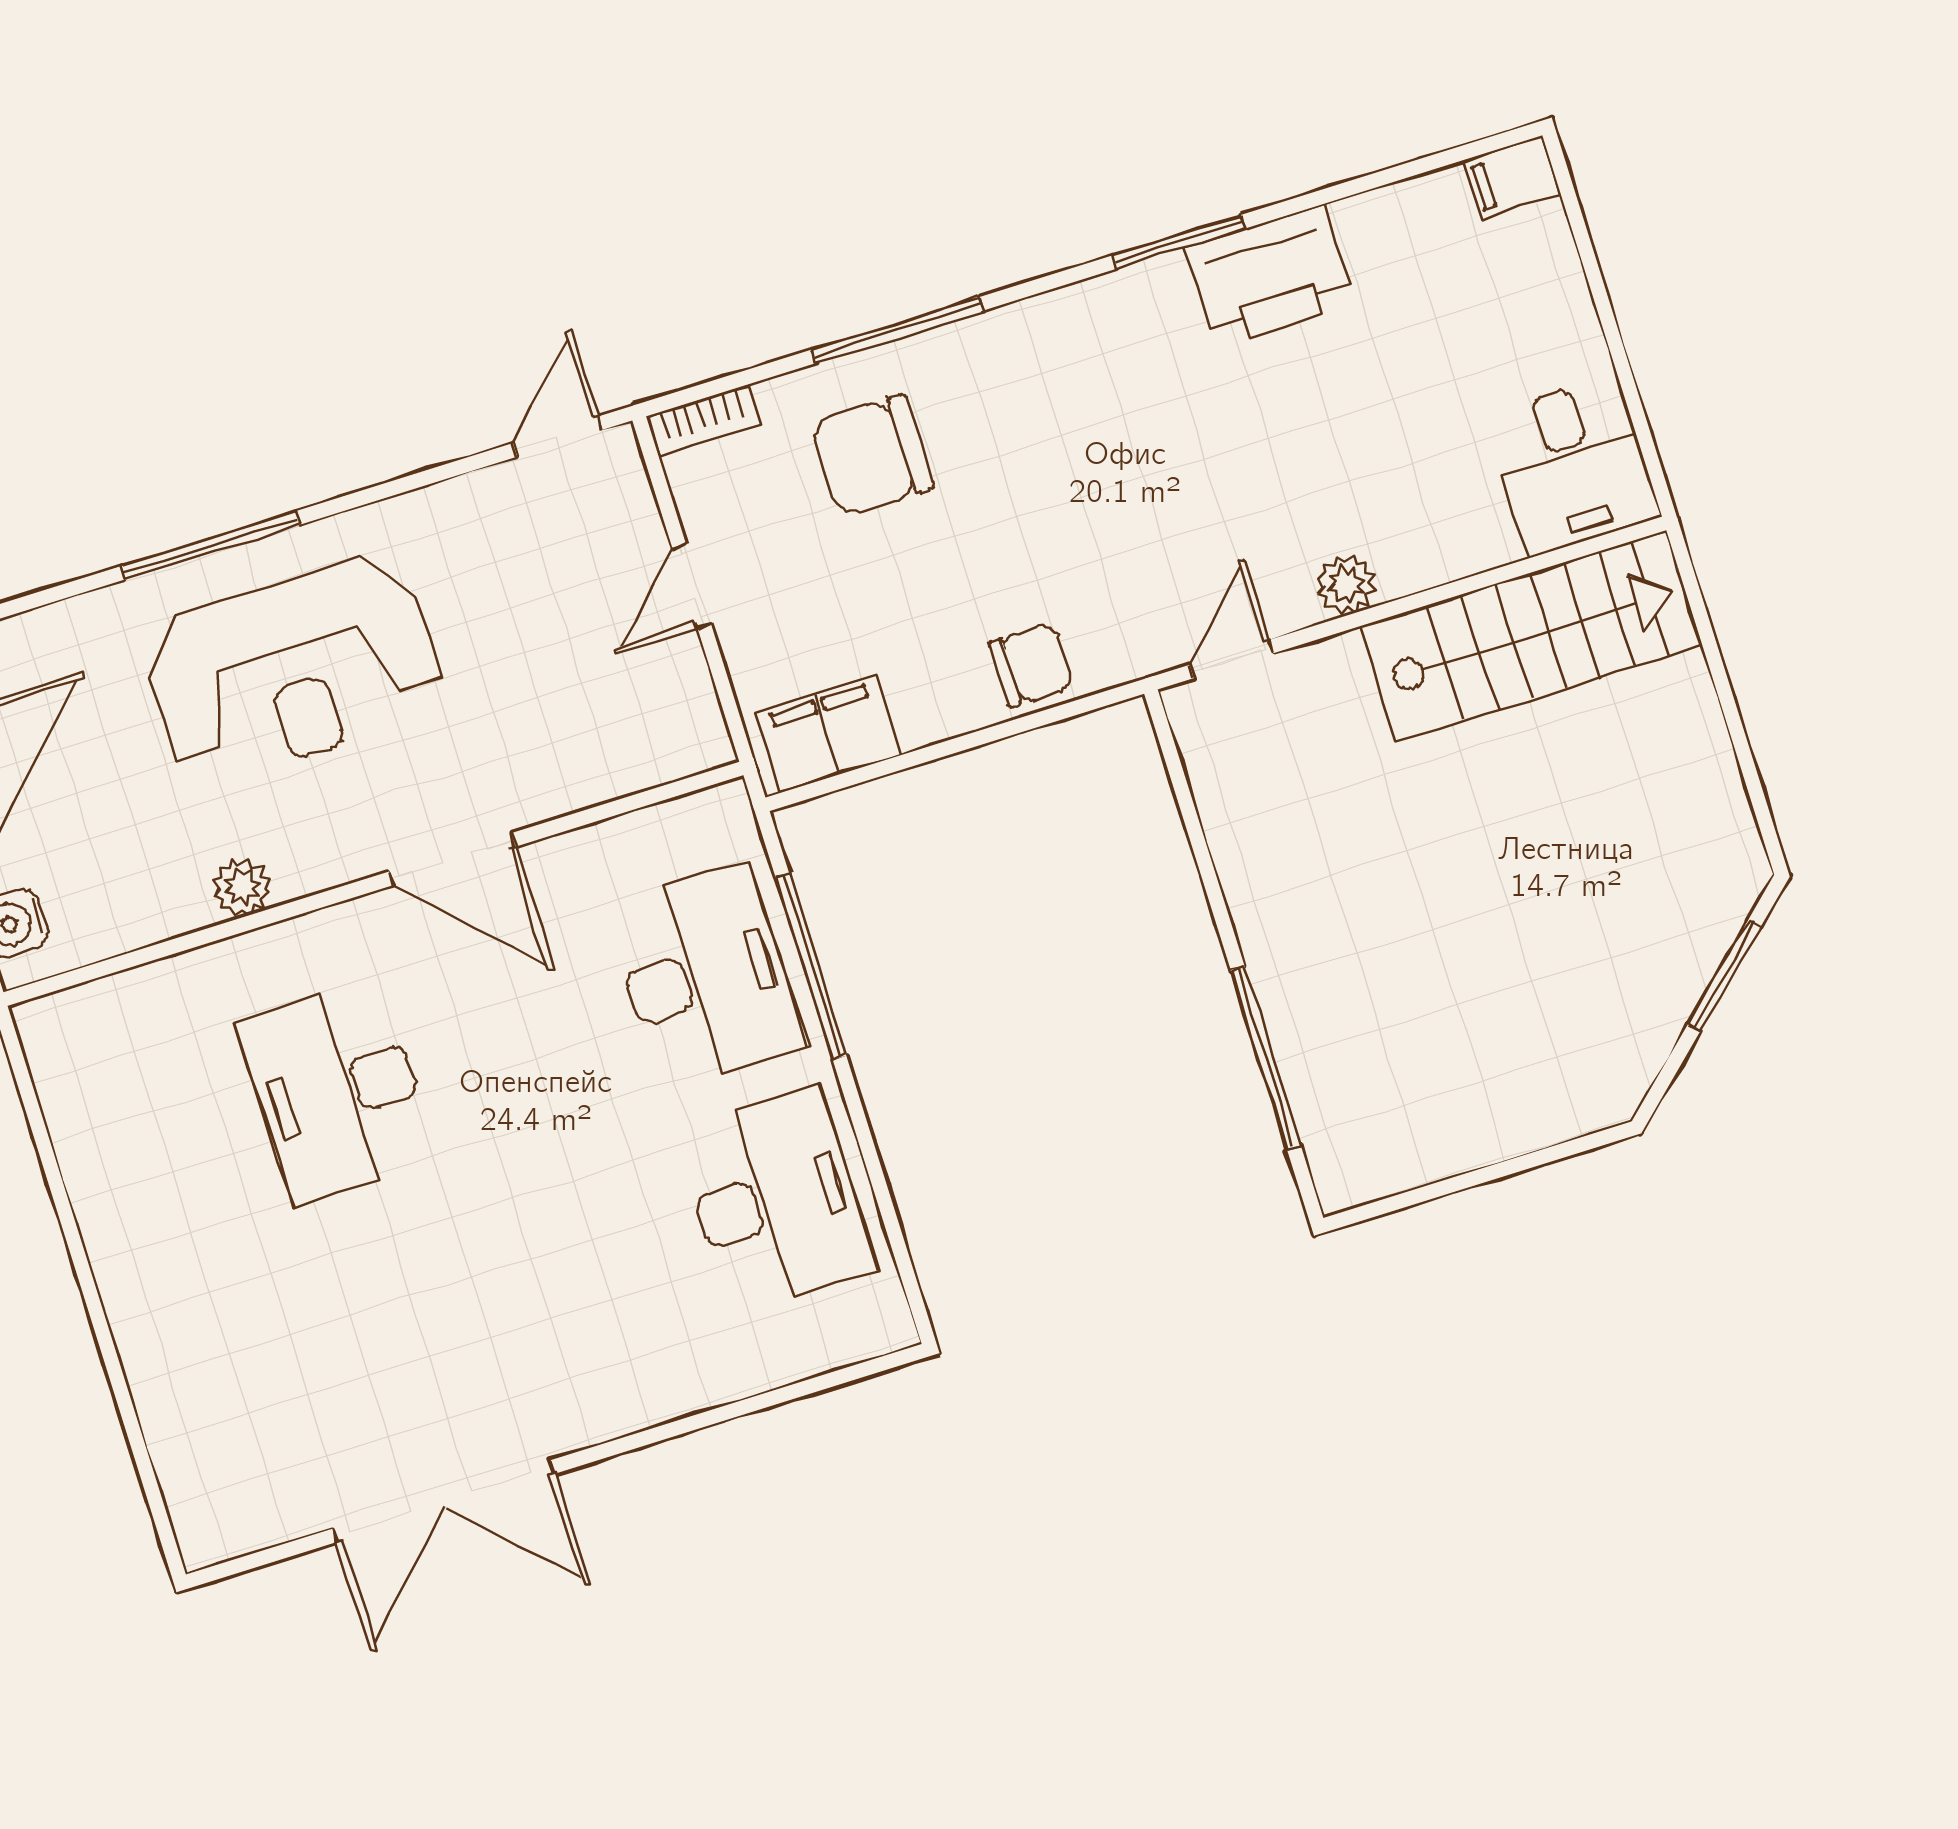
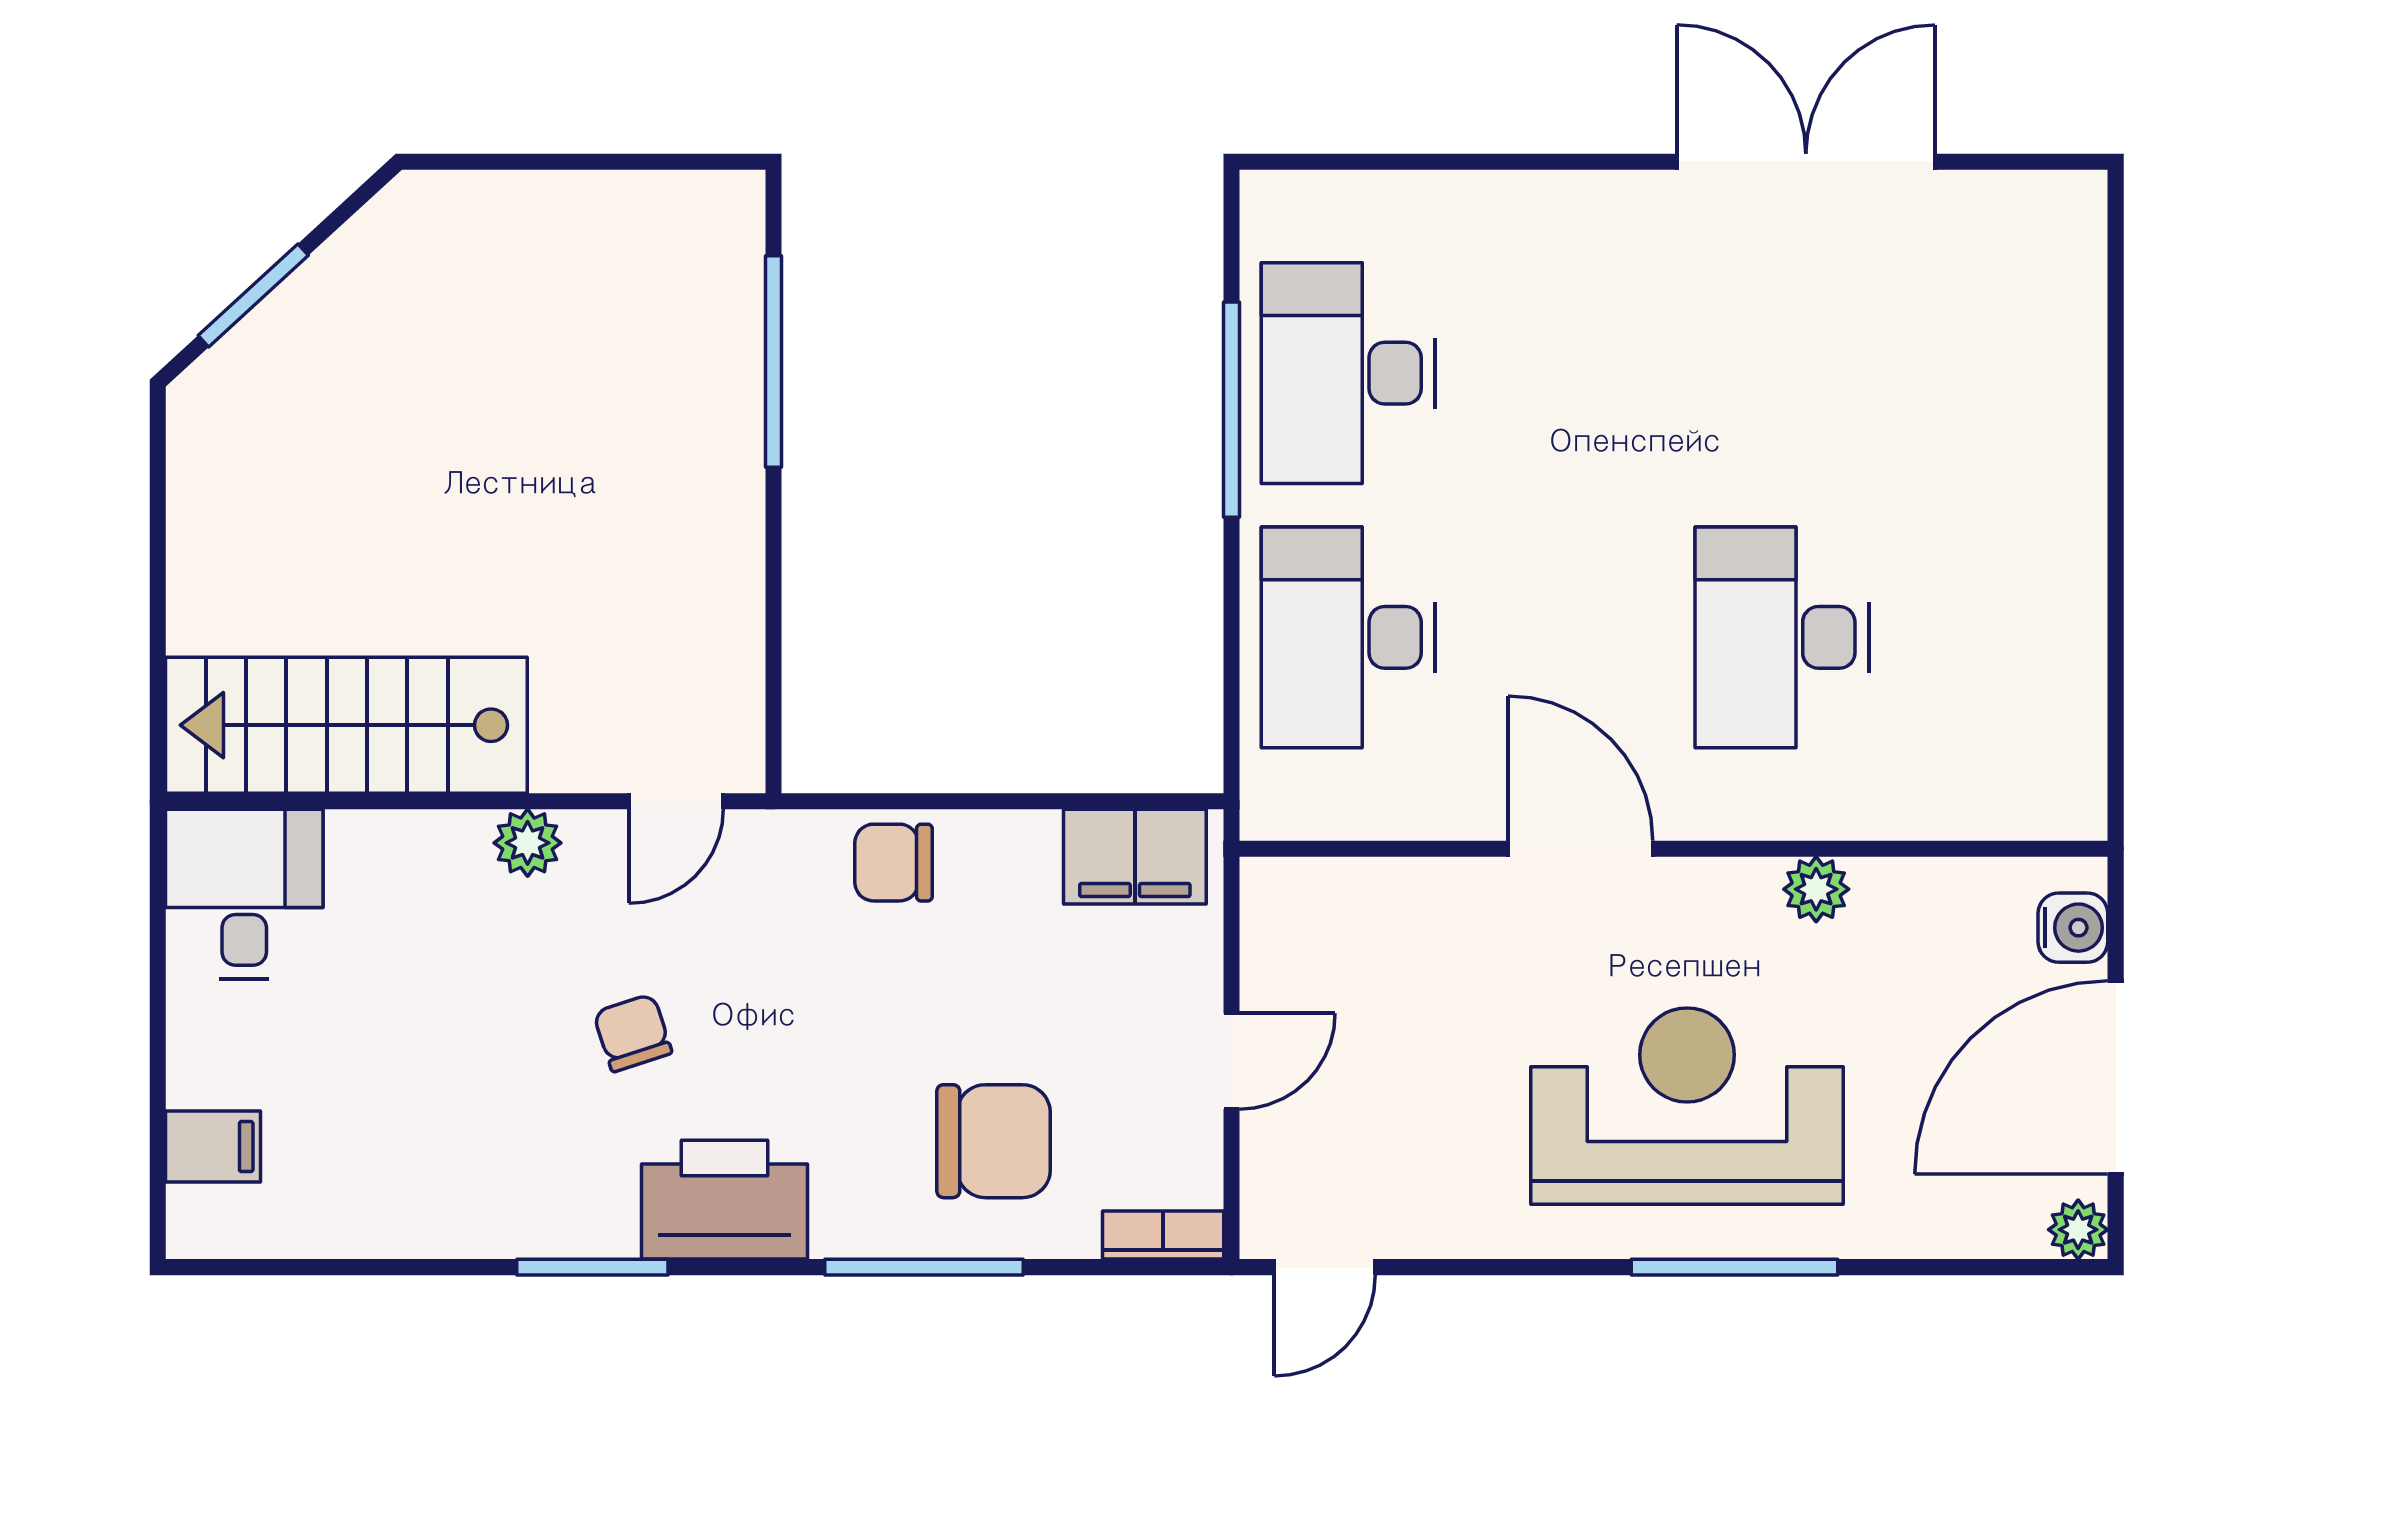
filing cabinet: (1512, 178) -> (213, 1147), moved
printer: (1270, 276) -> (725, 1200), moved
chair: (1207, 451) -> (633, 1033), added
window: (811, 966) -> (1231, 410), moved
desk: (338, 1092) -> (1782, 637), turned 180

